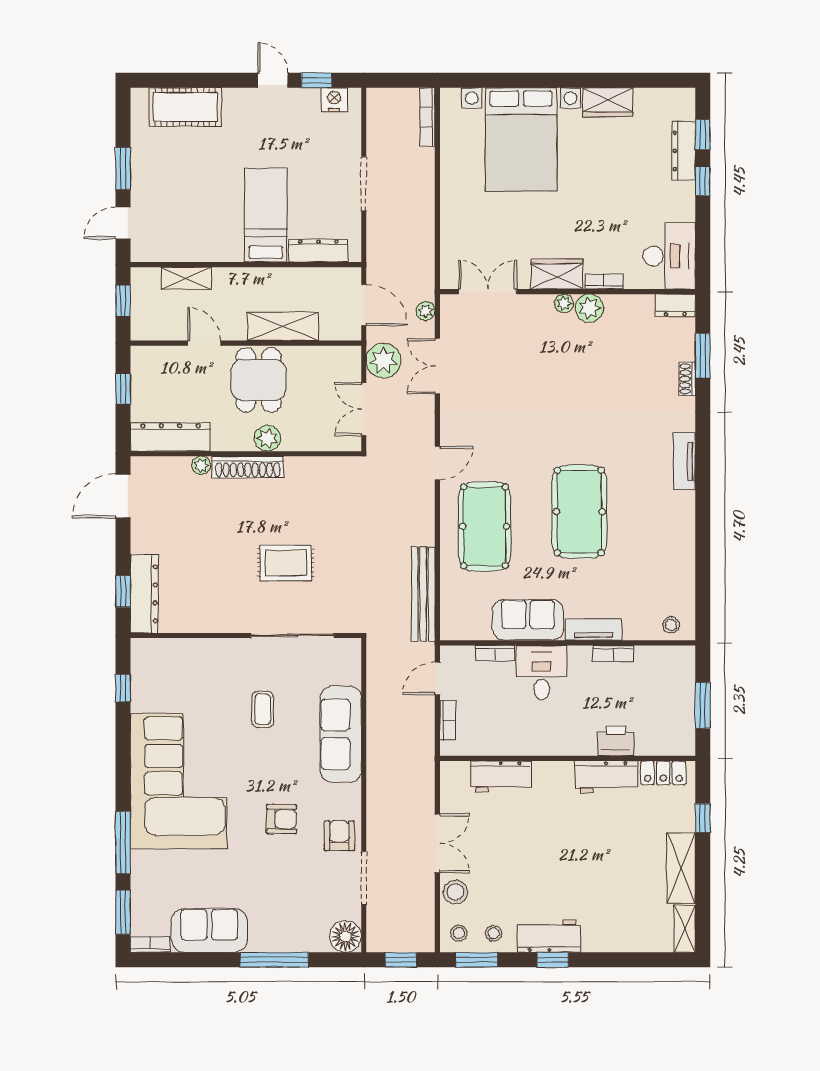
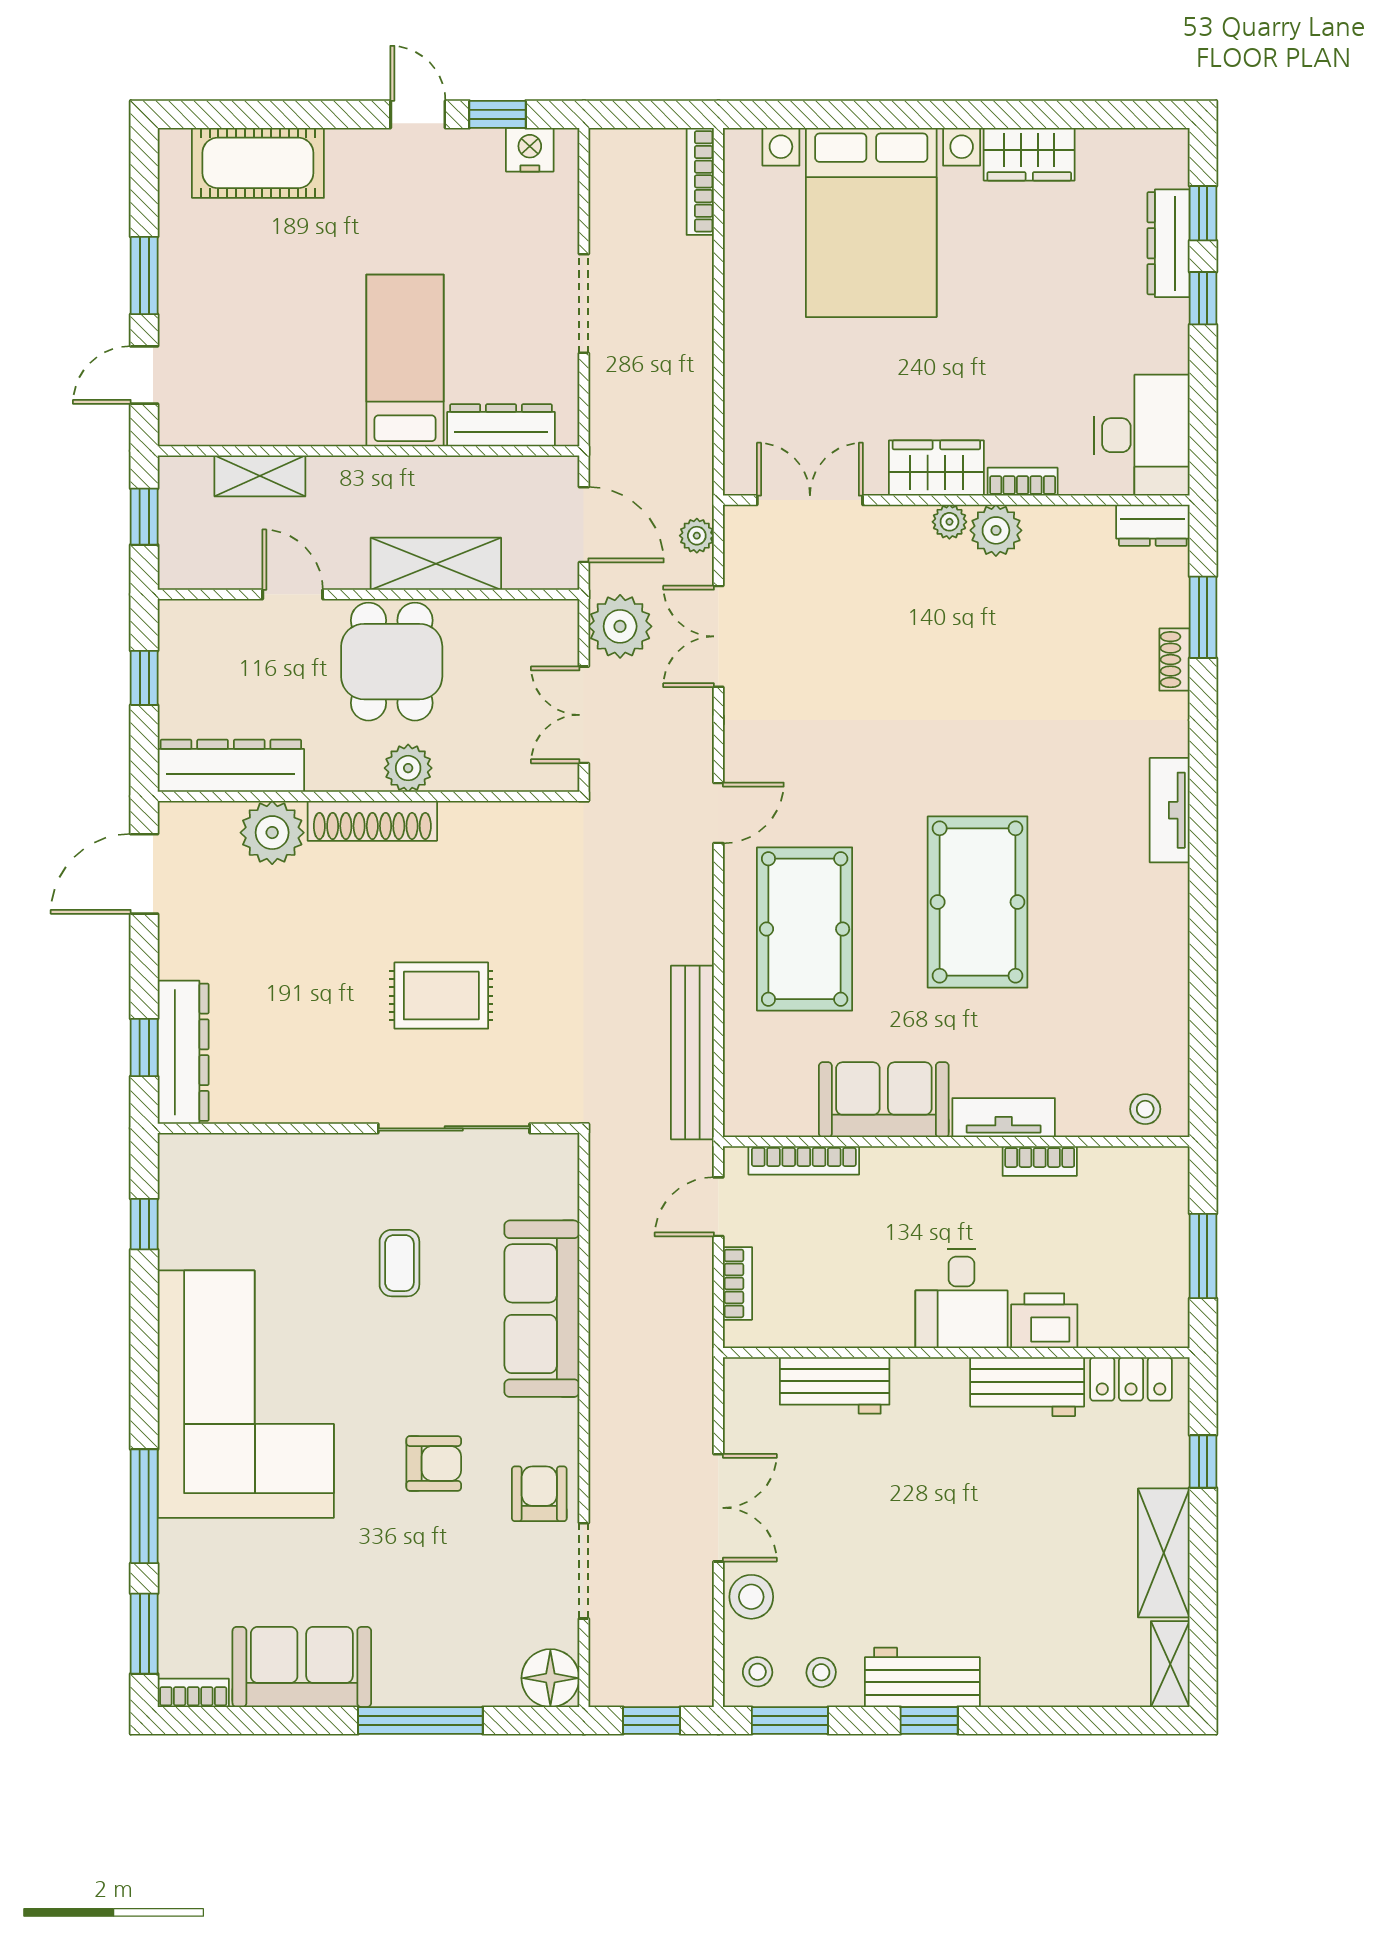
plant: (201, 465) -> (272, 833), width x1.88, depth x1.88
bookcase: (495, 653) -> (804, 1160), width x1.56
desk: (542, 673) -> (962, 1298), moved, turned 180

